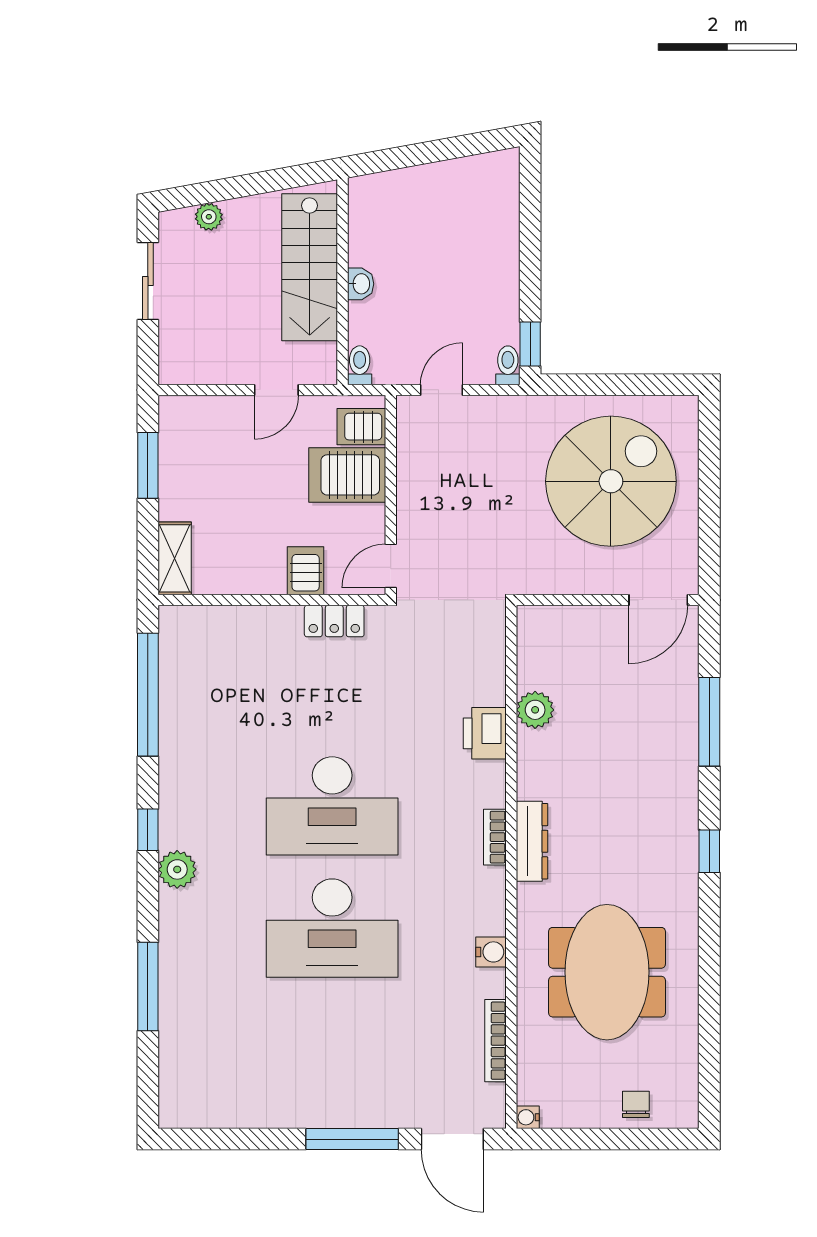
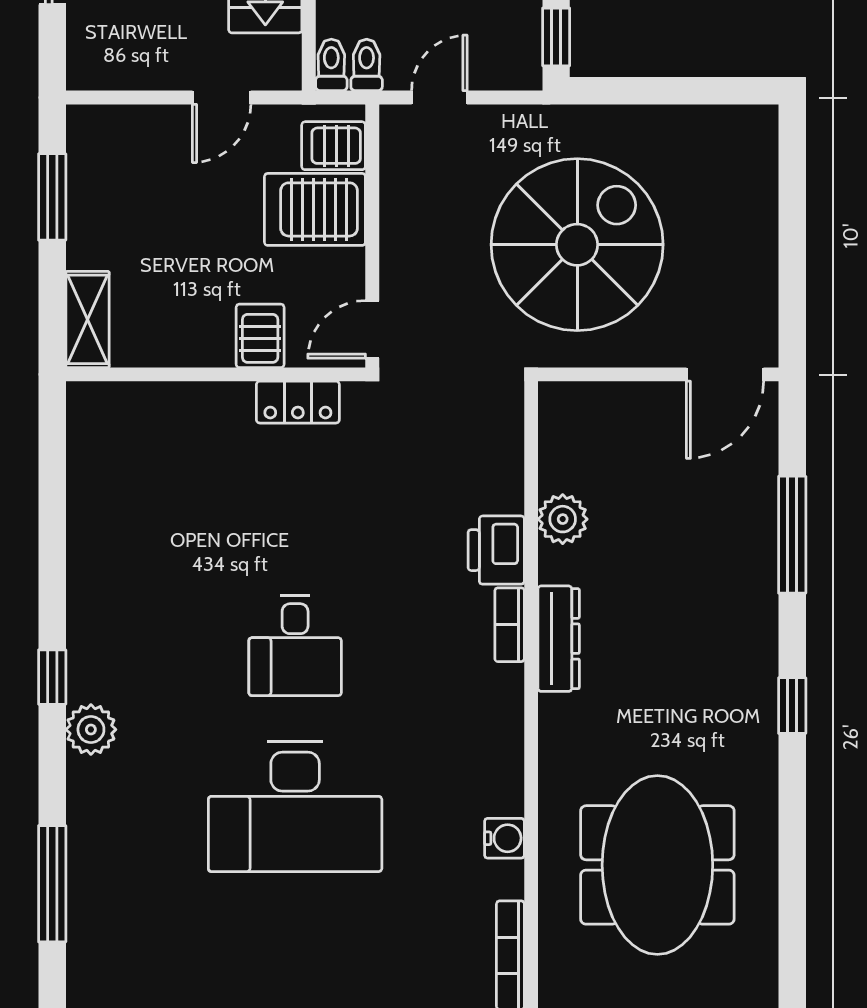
toilet: (508, 365) -> (367, 65), moved
spiral stairs: (611, 481) -> (577, 245), moved
window: (148, 695) -> (52, 499), removed
desk: (332, 806) -> (295, 646), width x0.53, depth x0.77
bookcase: (495, 837) -> (510, 625), moved
dresser: (532, 841) -> (559, 639), moved

